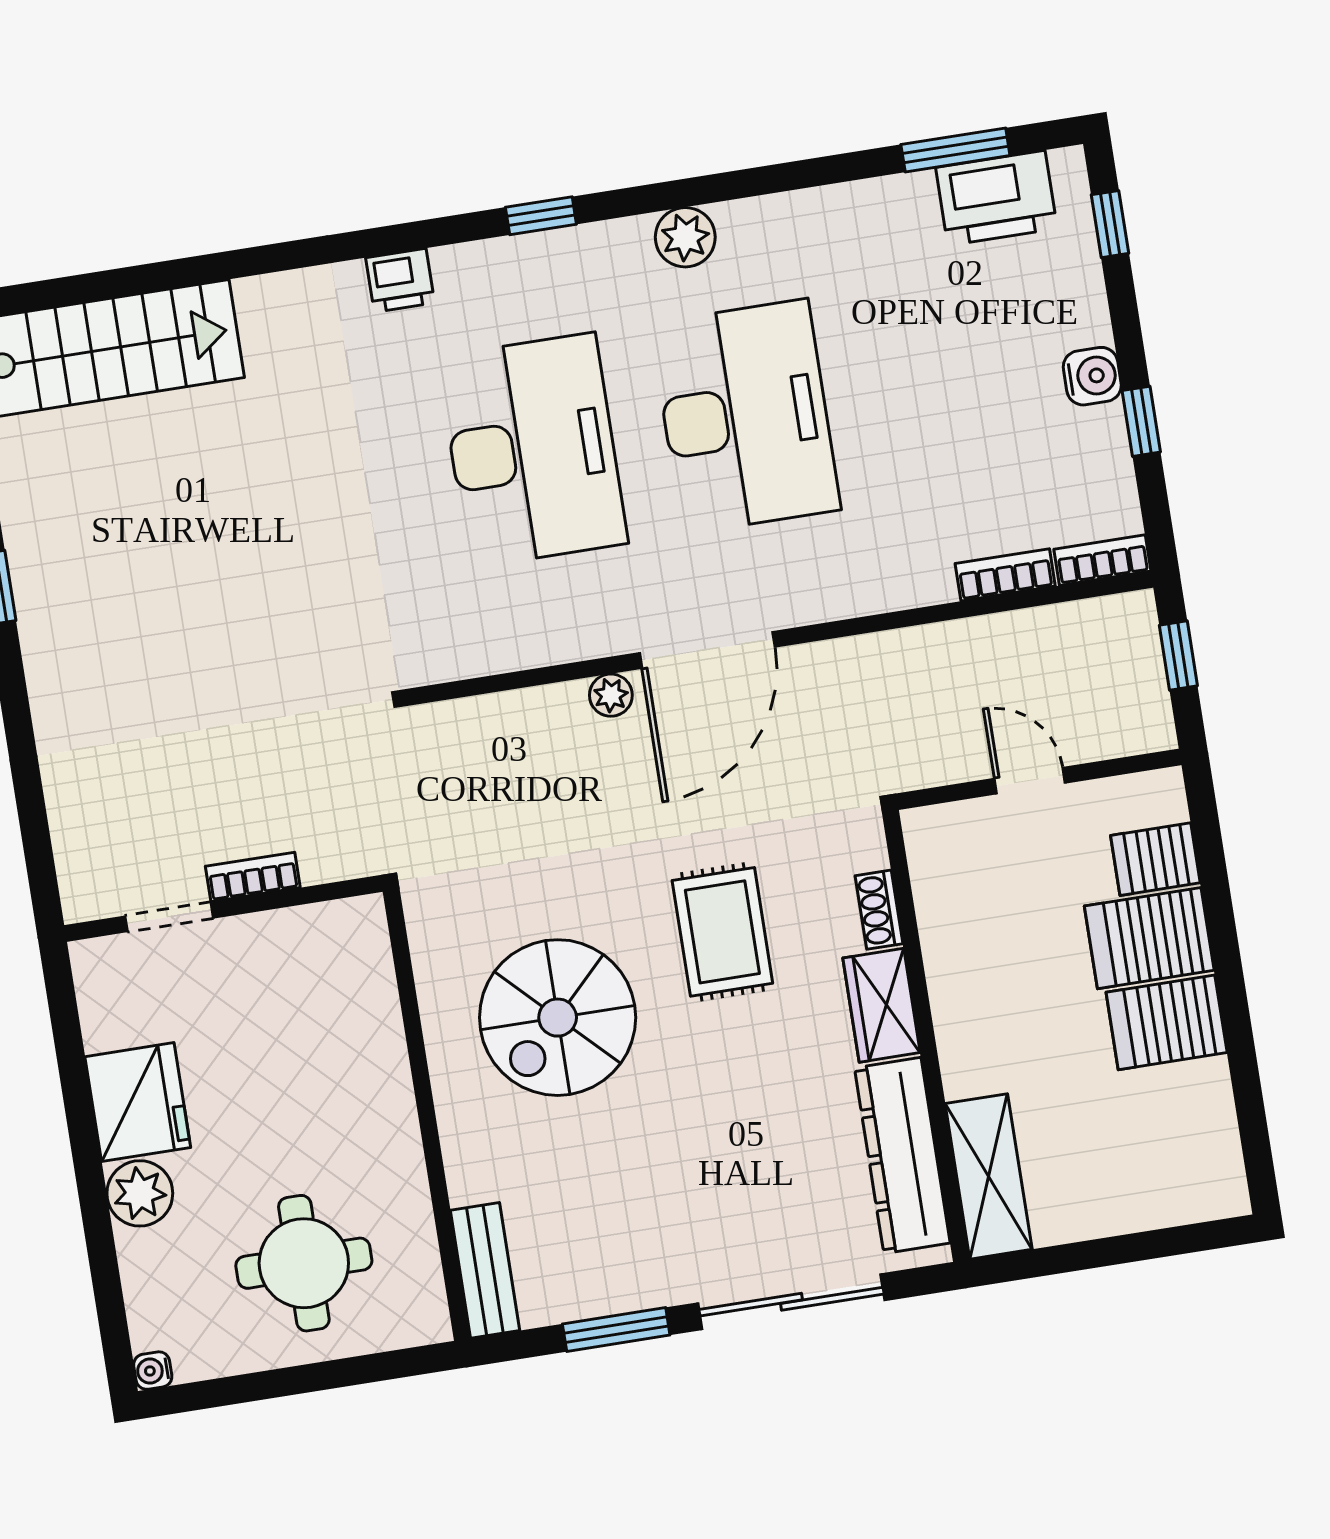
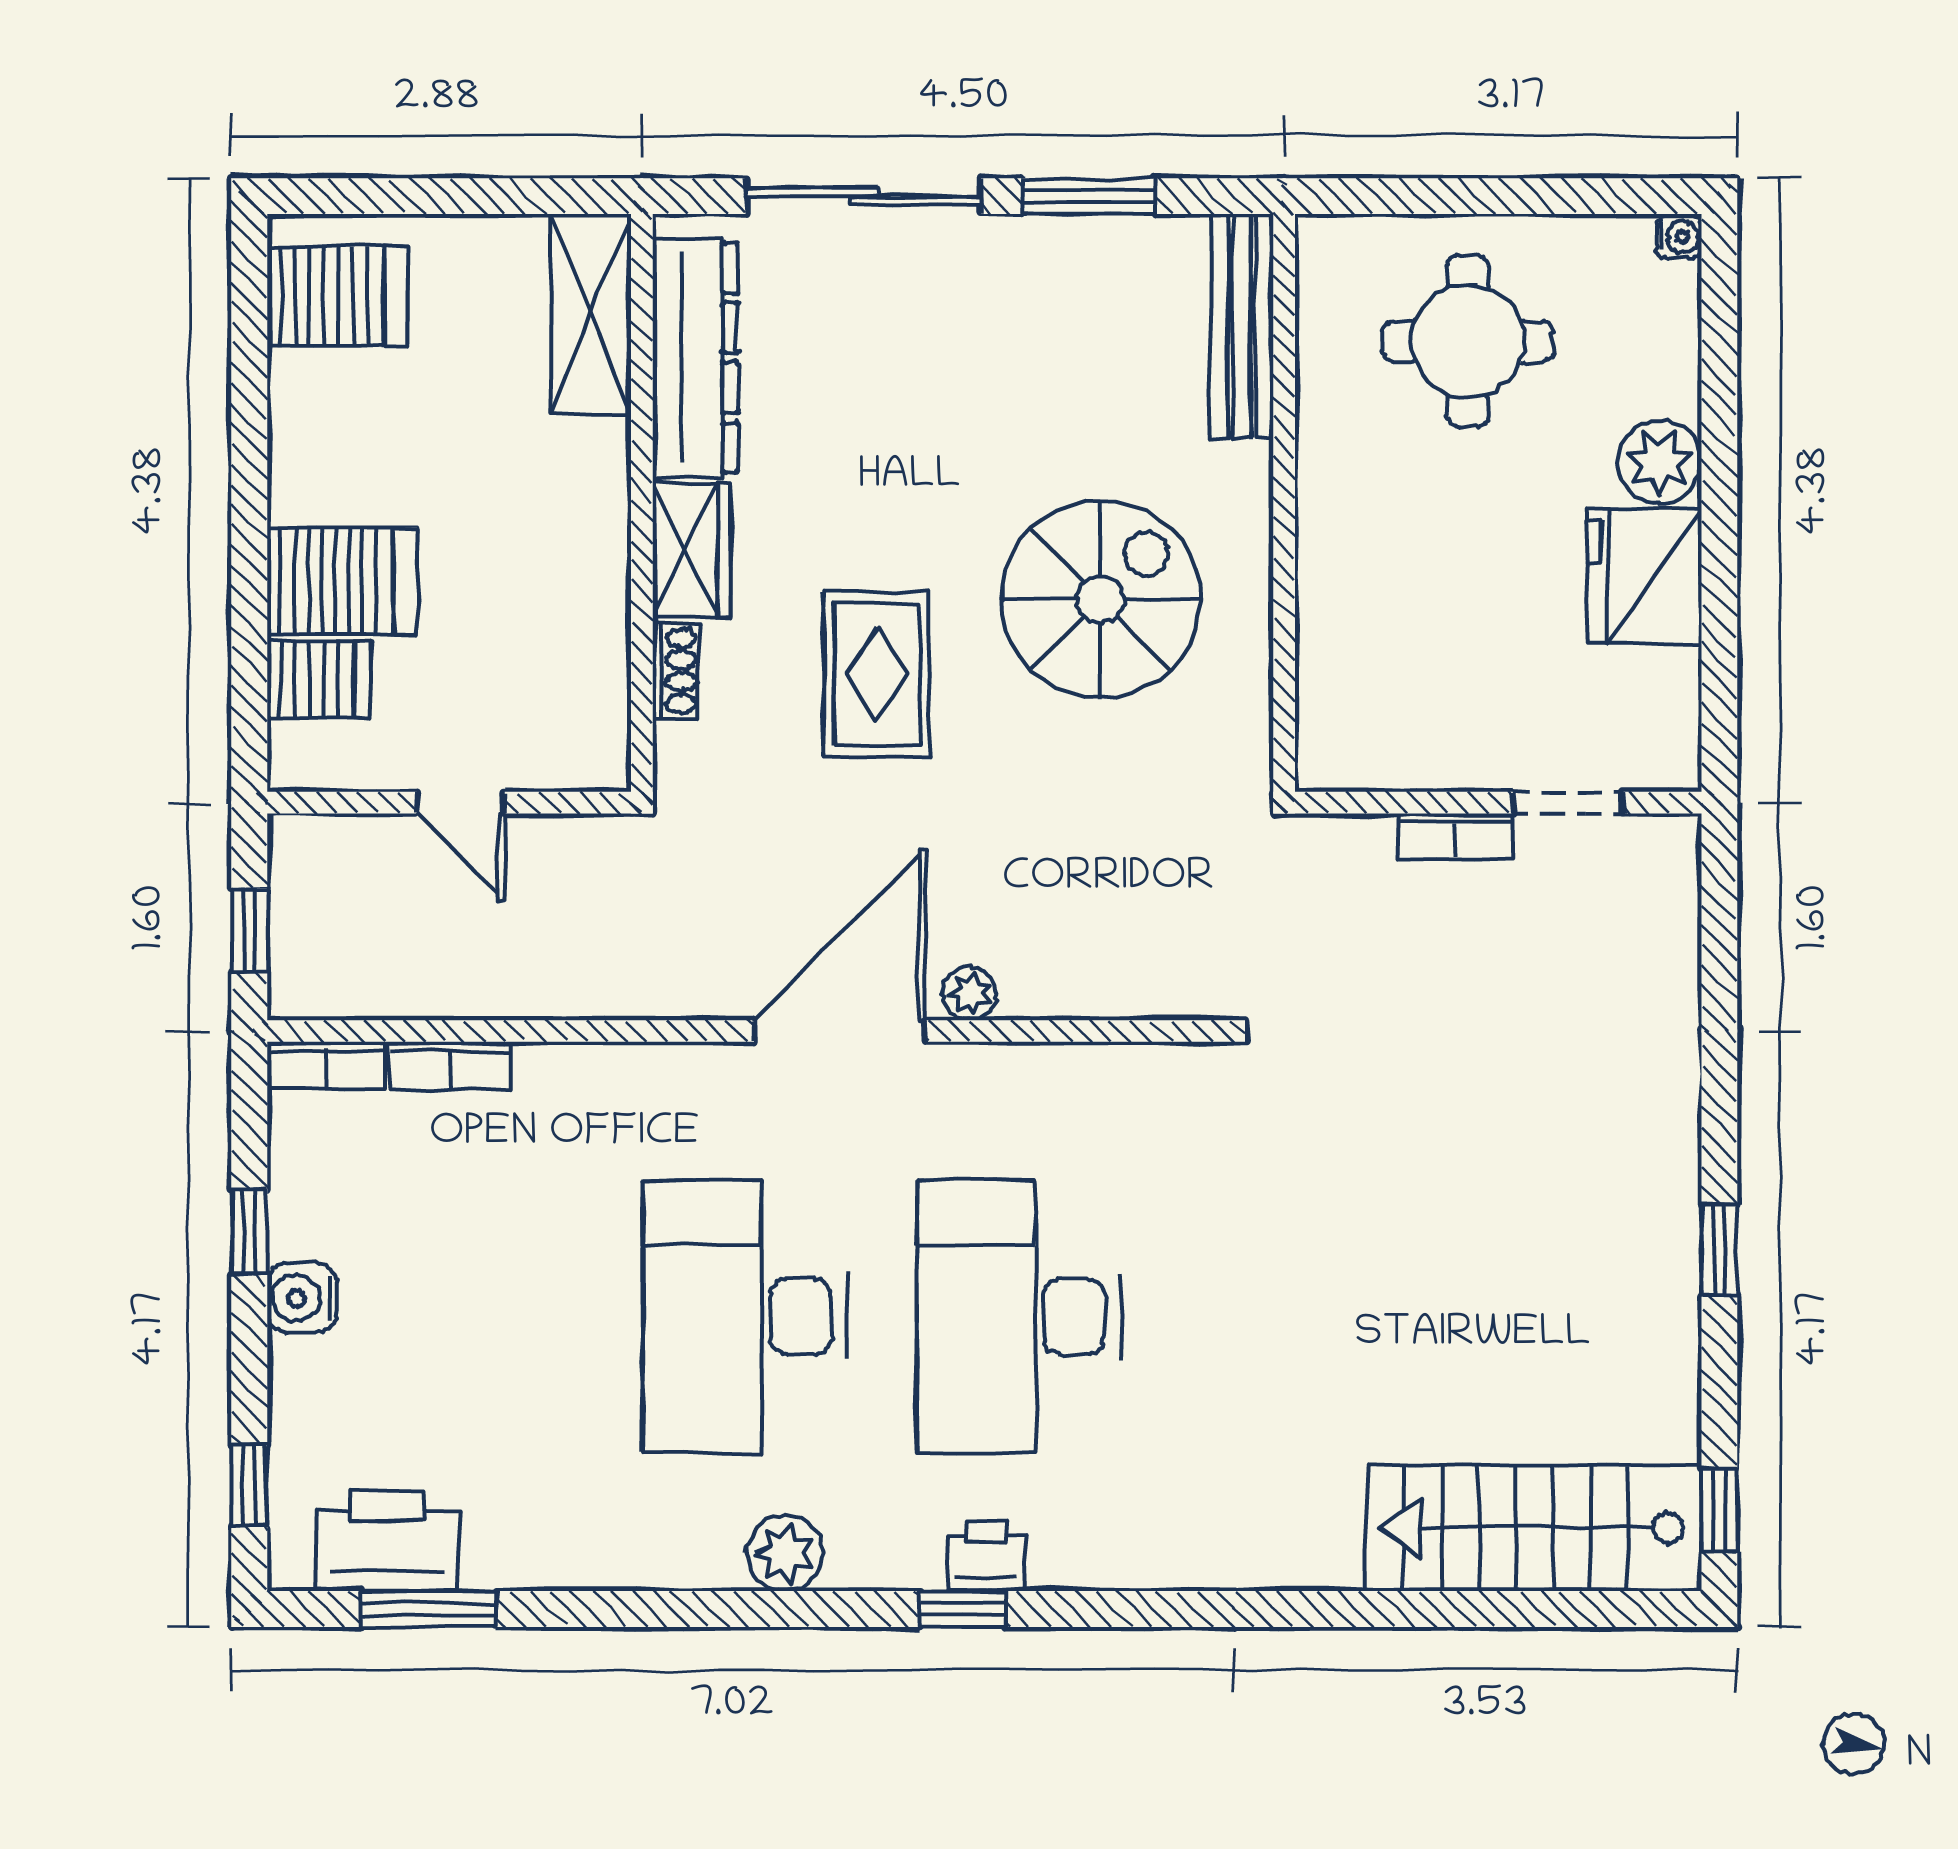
printer: (400, 280) -> (986, 1556), moved
server rack: (1167, 1022) -> (337, 296), moved
bench: (485, 1270) -> (1242, 326), width x1.36

